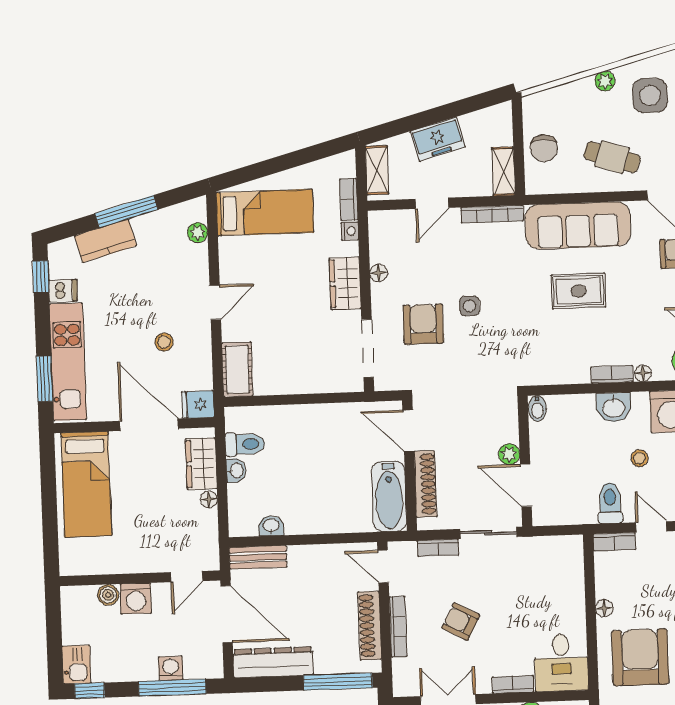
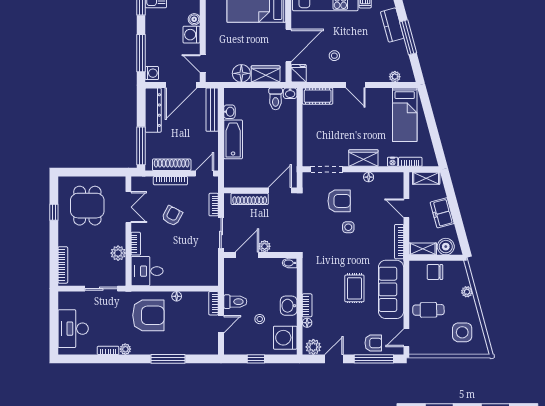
plant: (605, 81) -> (467, 292), moved
boiler: (498, 130) -> (446, 247), added
cafe table: (612, 157) -> (428, 310), turned 71
washbasin: (236, 471) -> (290, 93), moved
bathtub: (389, 496) -> (233, 139), moved, turned 90
floor lamp: (209, 499) -> (241, 73), width x1.89, depth x1.89
bench: (258, 557) -> (212, 110), width x1.36
washing machine: (171, 668) -> (152, 73), moved

